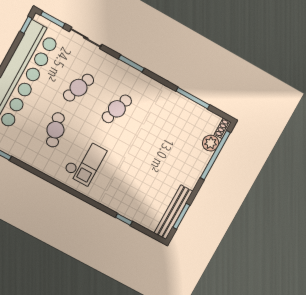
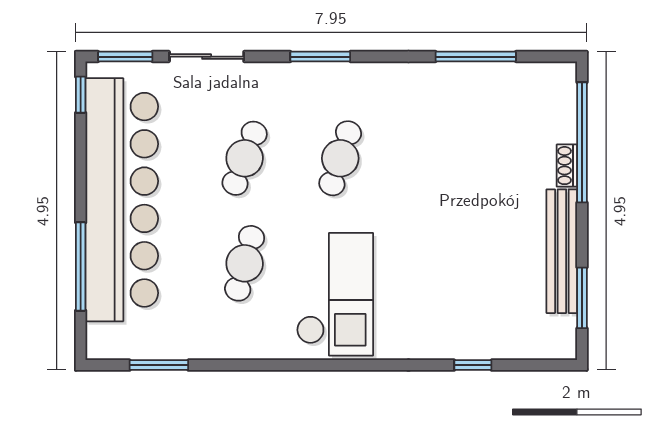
shoe rack: (223, 128) -> (567, 166), moved
cafe table: (55, 130) -> (245, 263), turned 30
plant: (211, 143) -> (559, 124), removed
checkout: (85, 162) -> (335, 294), width x1.36, depth x1.21
bench: (173, 212) -> (562, 251), moved

